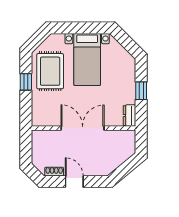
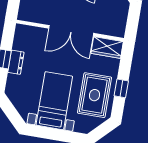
dresser: (130, 116) -> (16, 62), moved
wardrobe: (46, 118) -> (107, 47), added

